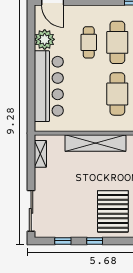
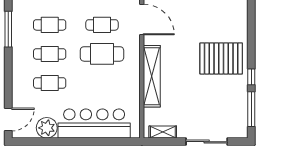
cafe table: (117, 42) -> (50, 54), width x0.73, depth x0.74
sliding door: (31, 211) -> (207, 142), moved
window: (63, 241) -> (251, 109), width x2.17

